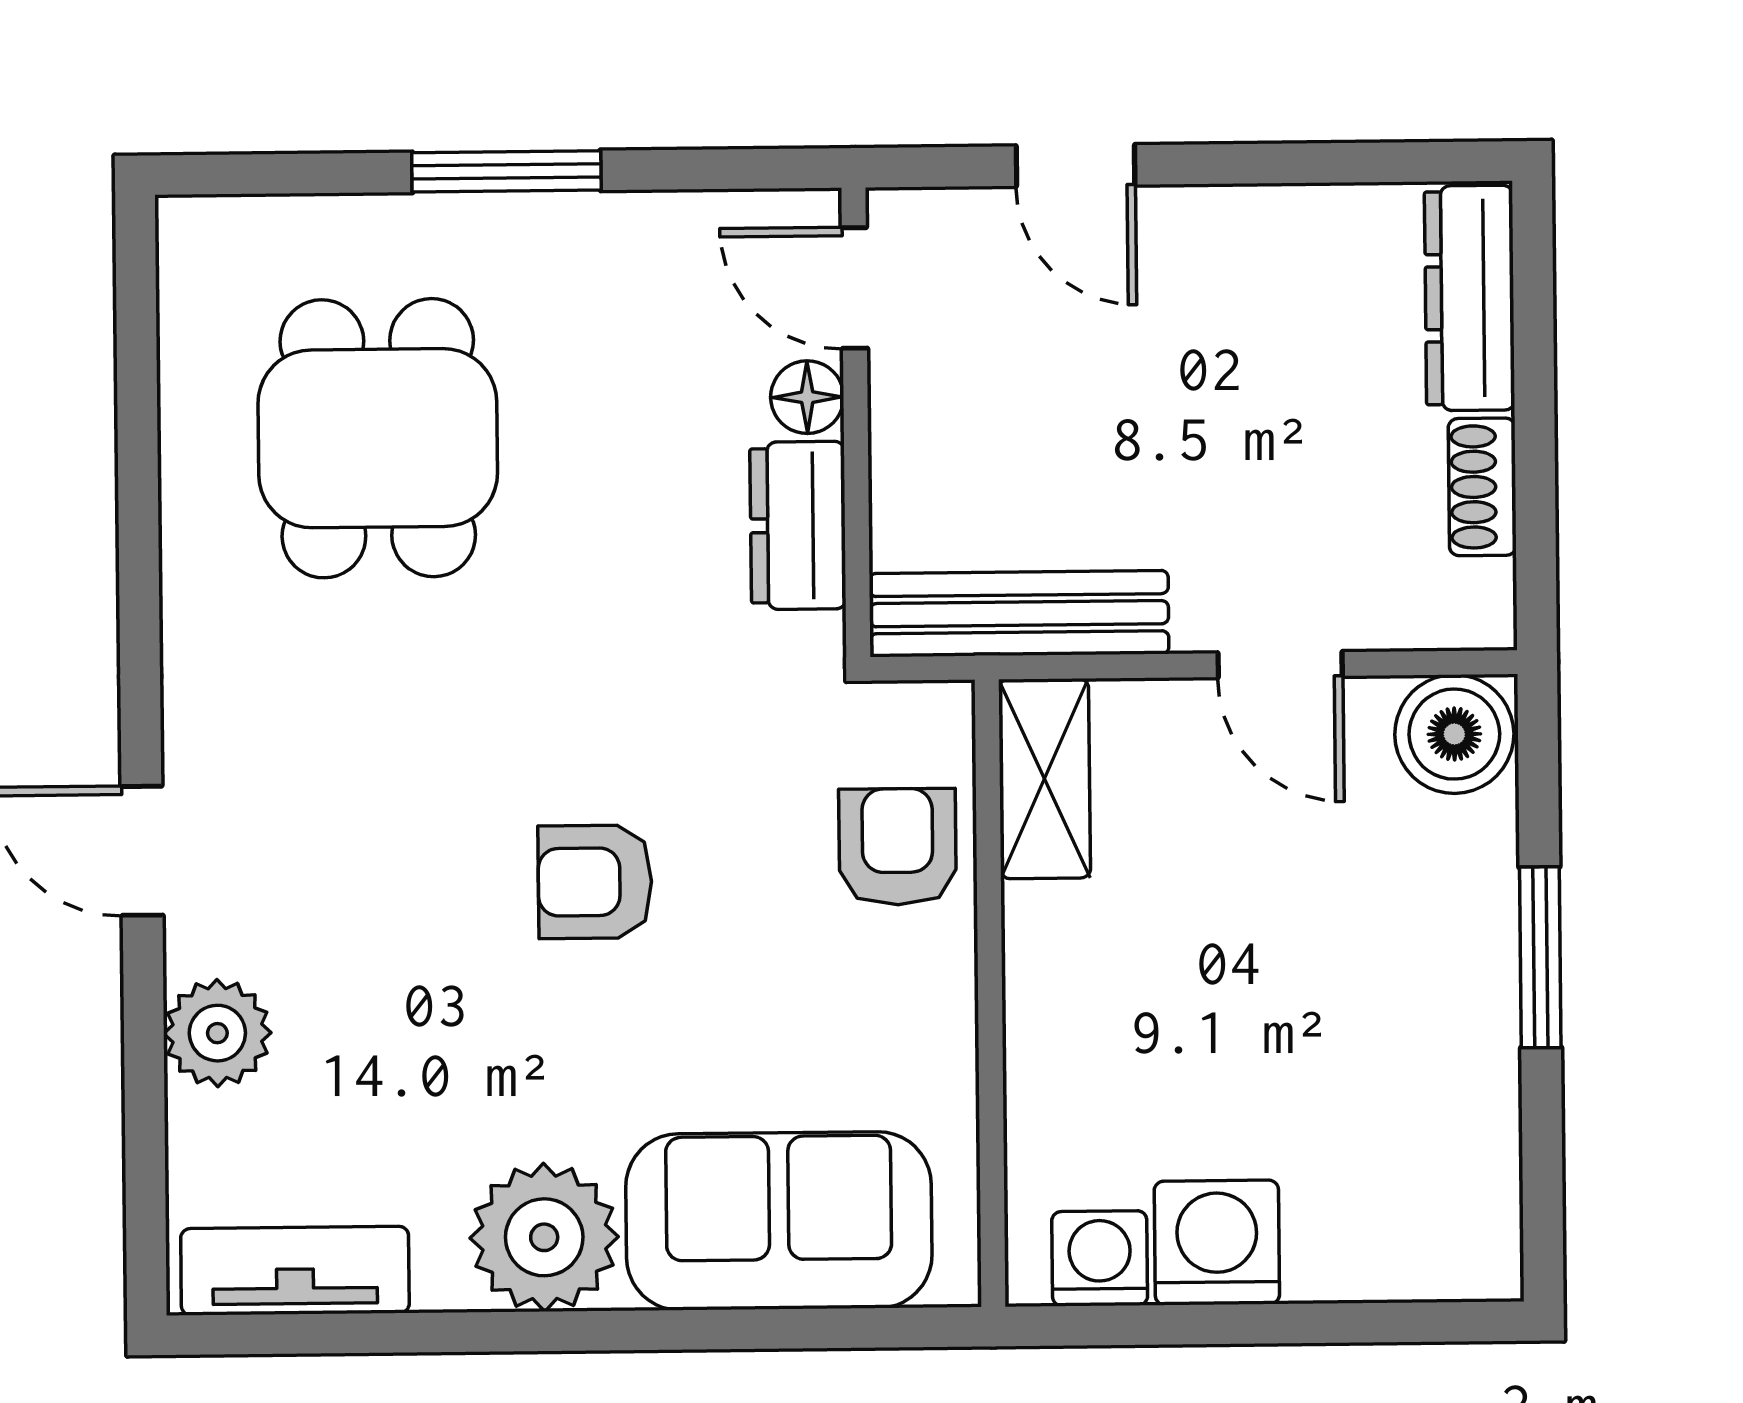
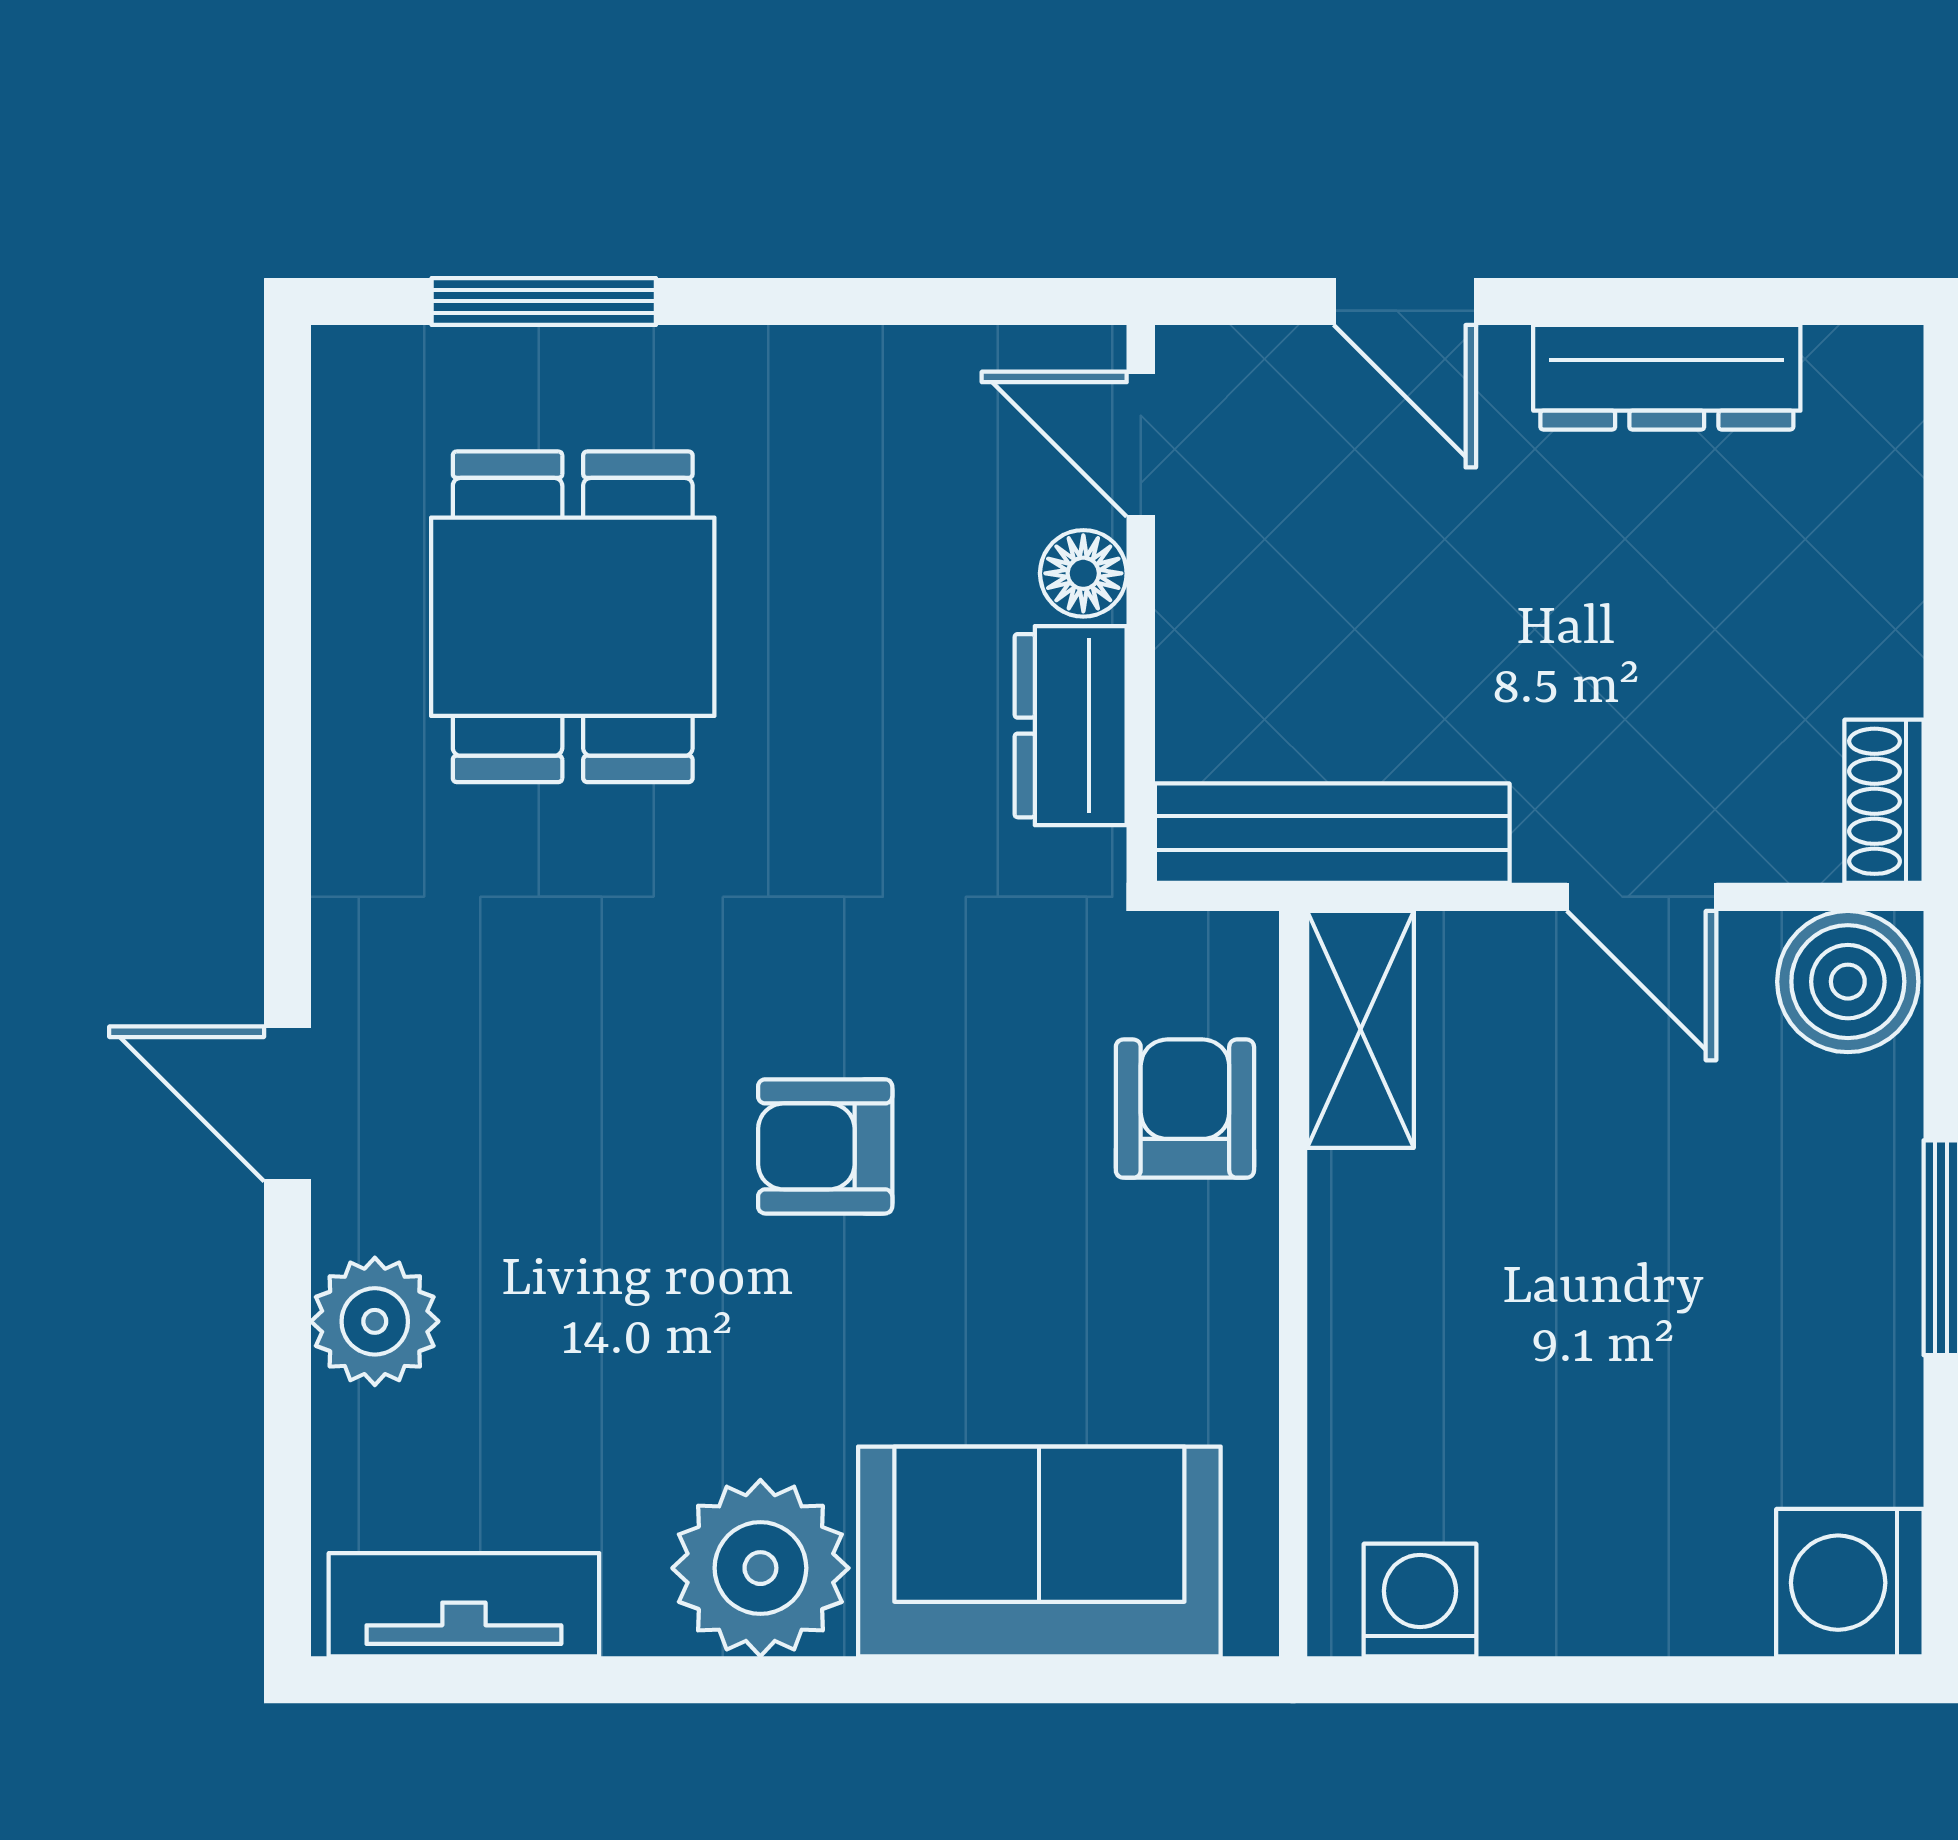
window: (506, 171) -> (544, 301), moved
dresser: (1470, 298) -> (1667, 377), moved, turned -90
shoe rack: (1482, 487) -> (1884, 801), moved
washing machine: (1217, 1243) -> (1850, 1583), moved, turned -90

